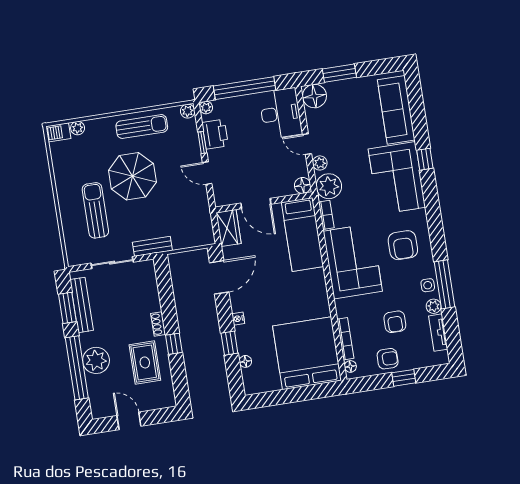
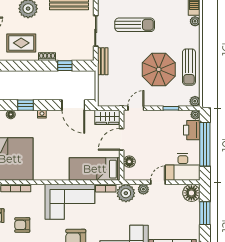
printer: (215, 134) -> (192, 130), moved, turned 90
door: (207, 173) -> (136, 108), moved
parasol: (132, 176) -> (159, 69), moved
floor lamp: (303, 185) -> (129, 162), moved
window: (174, 344) -> (65, 66), moved

